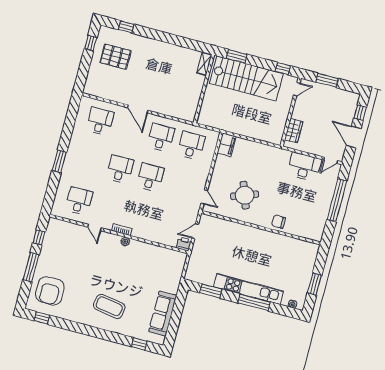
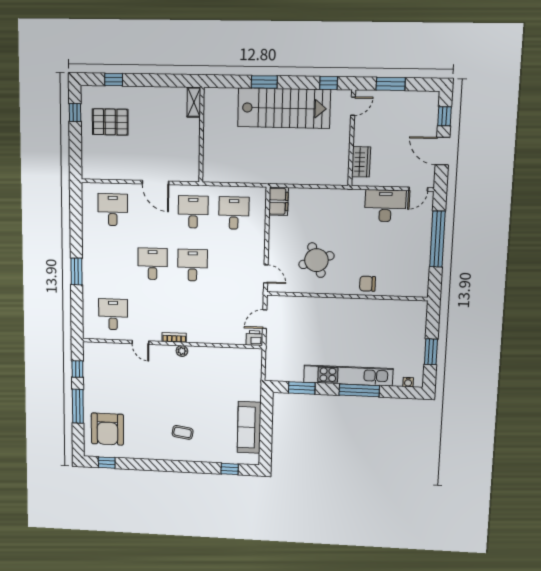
shelving: (204, 64) -> (194, 102), moved
wall: (204, 89) -> (201, 135), moved
coffee table: (109, 306) -> (183, 432), width x0.54, depth x0.58

